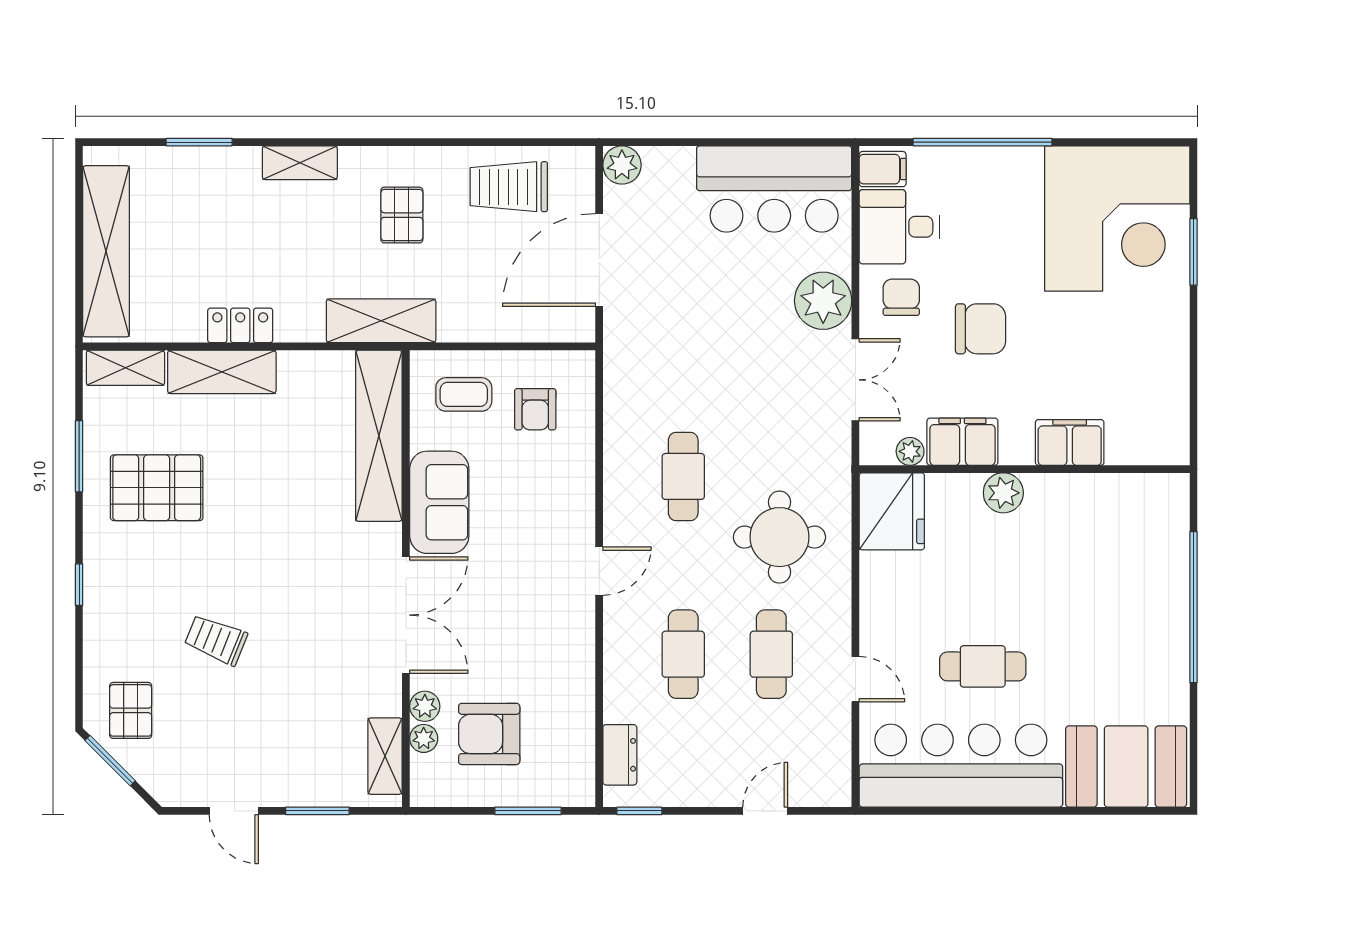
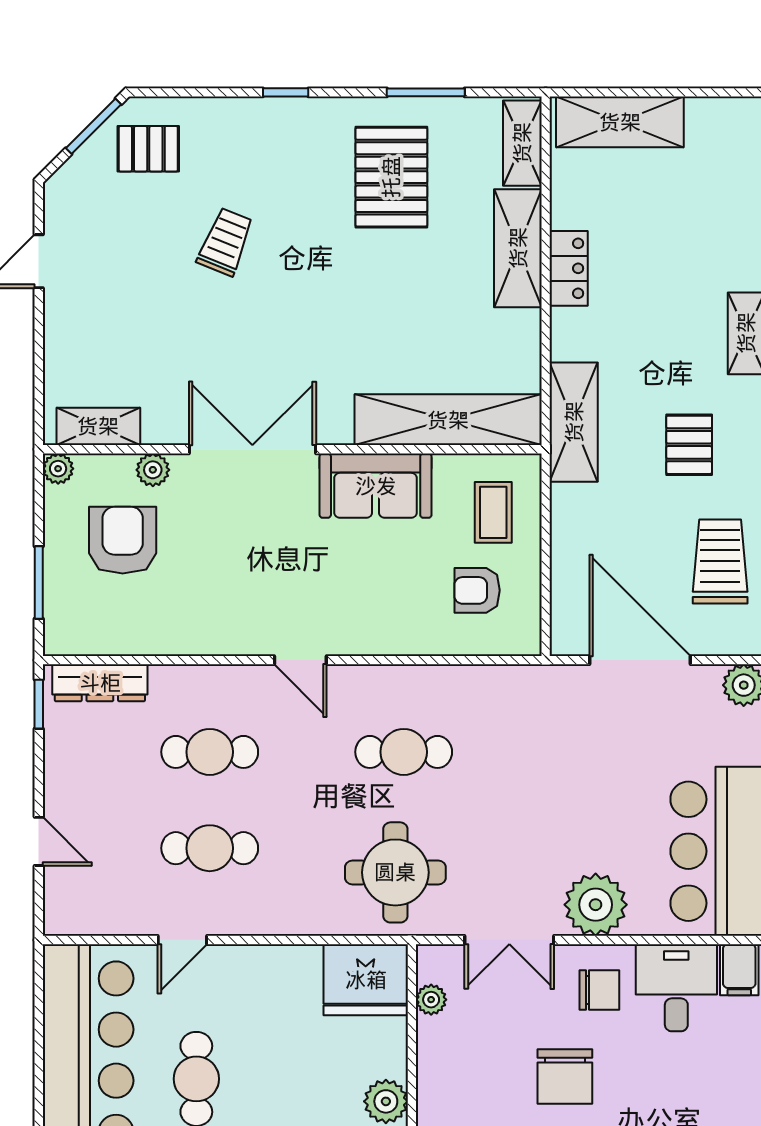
pallet: (402, 215) -> (689, 445), turned 90
shelving: (106, 251) -> (620, 122), width x0.68
filing cabinet: (962, 442) -> (442, 1057), removed
round table: (779, 537) -> (395, 872), moved
double door: (406, 615) -> (252, 449), swing flipped
plant: (424, 738) -> (58, 469), moved
dresser: (620, 755) -> (100, 683), width x1.44
window: (317, 811) -> (39, 353), removed

